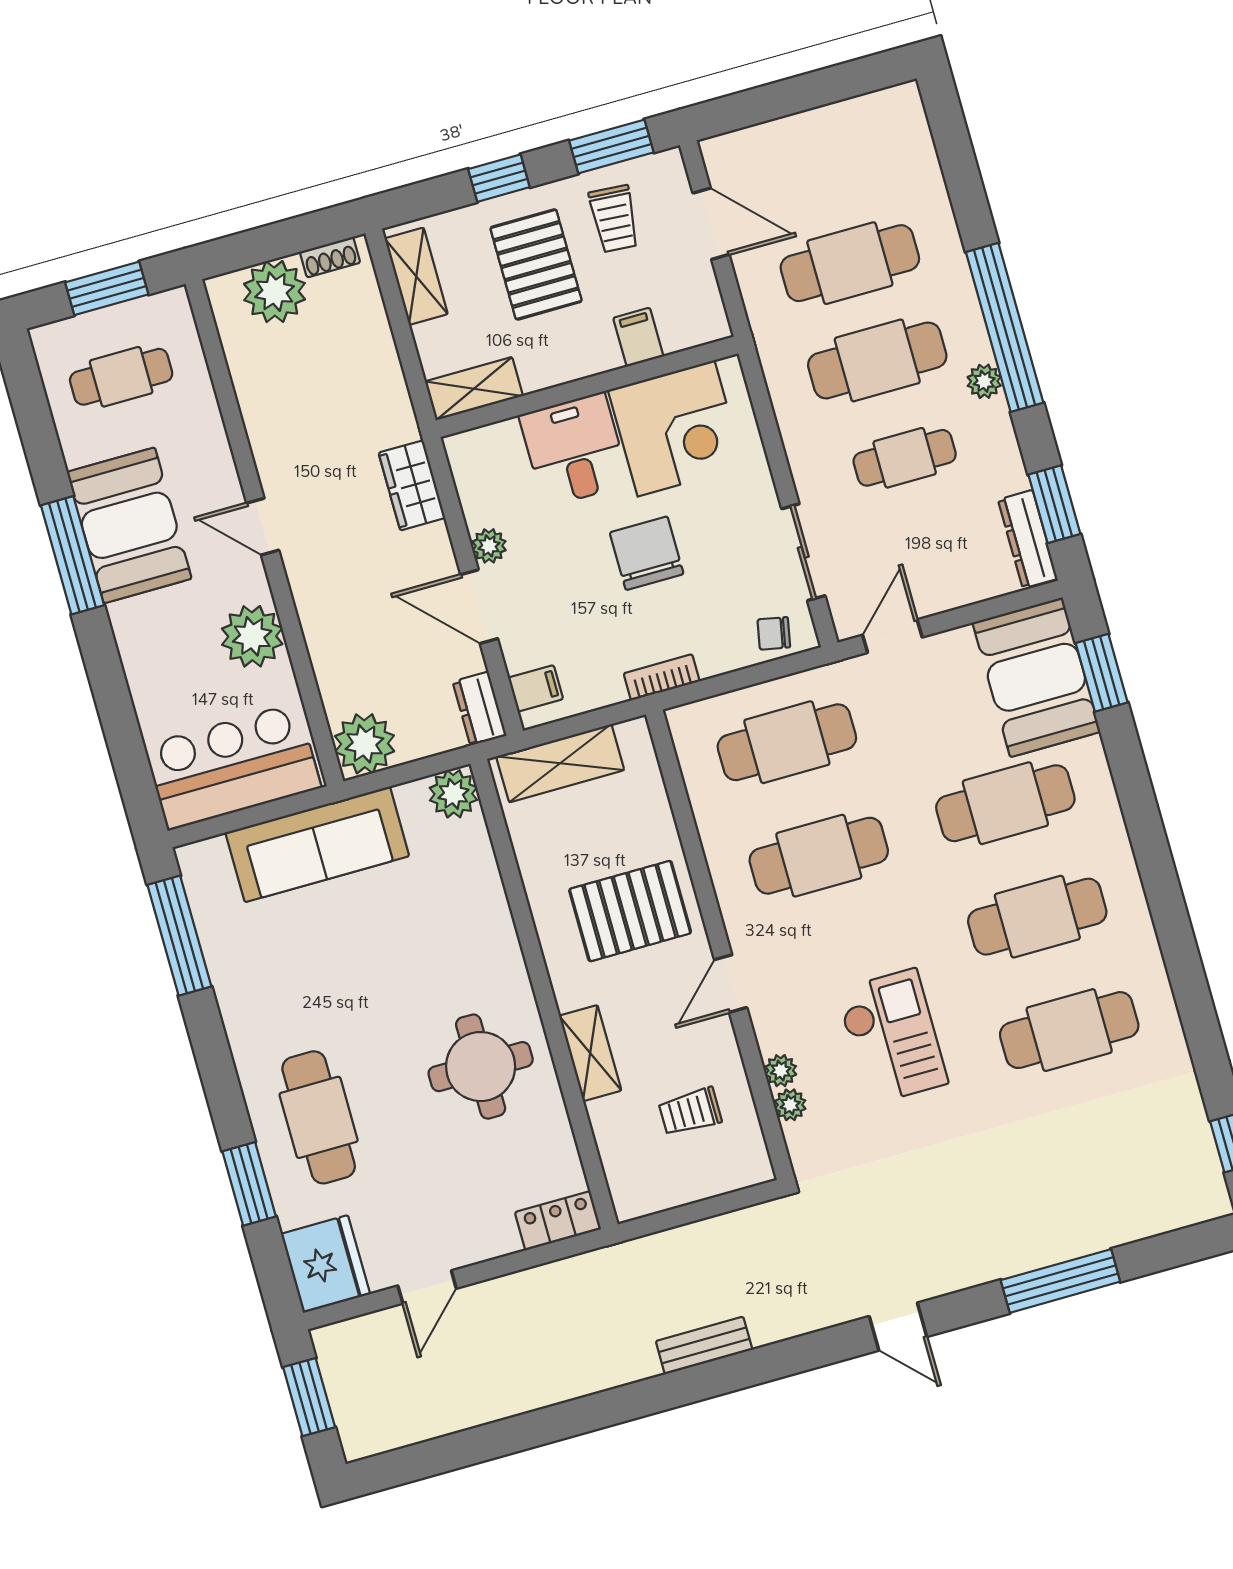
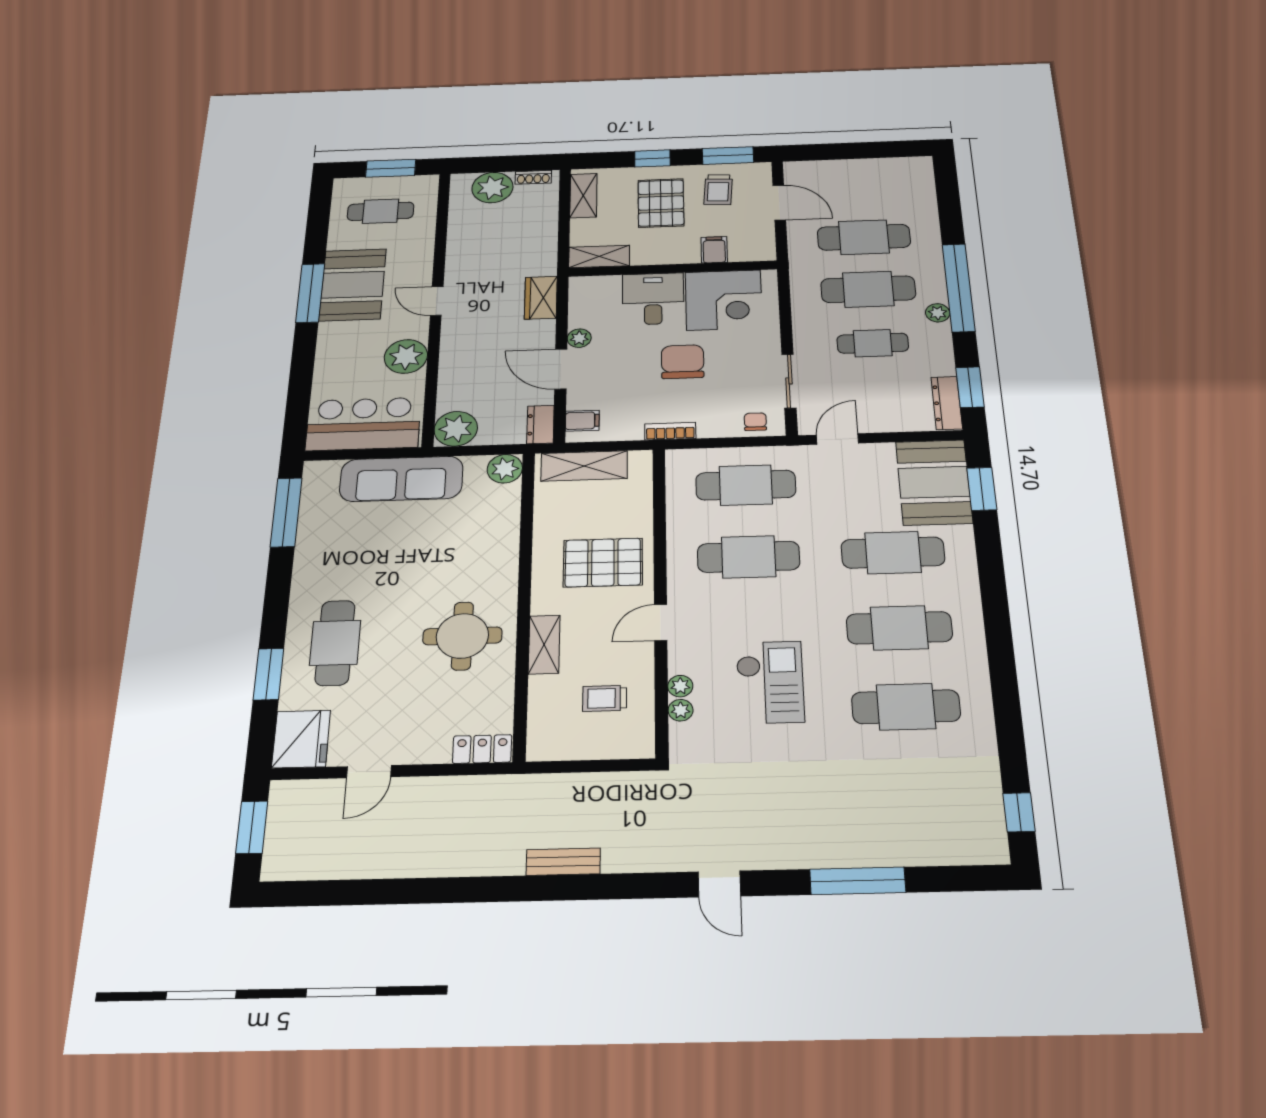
chair: (774, 633) -> (755, 422), turned 79

